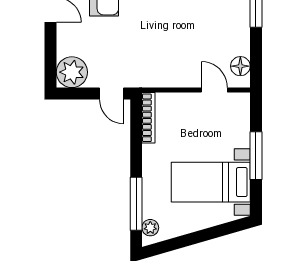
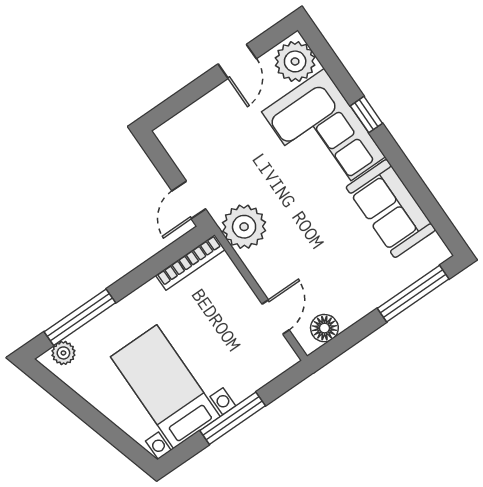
plant: (72, 72) -> (244, 227), moved

